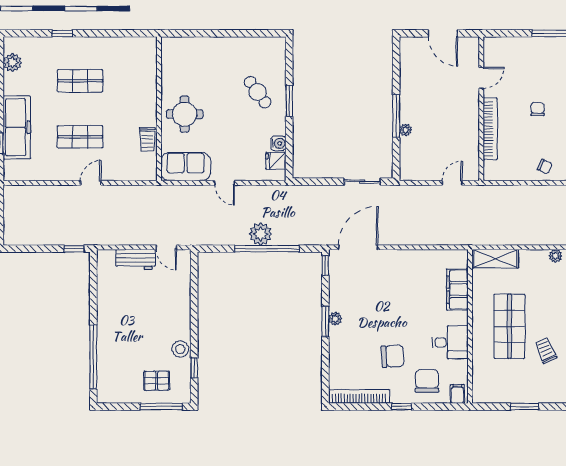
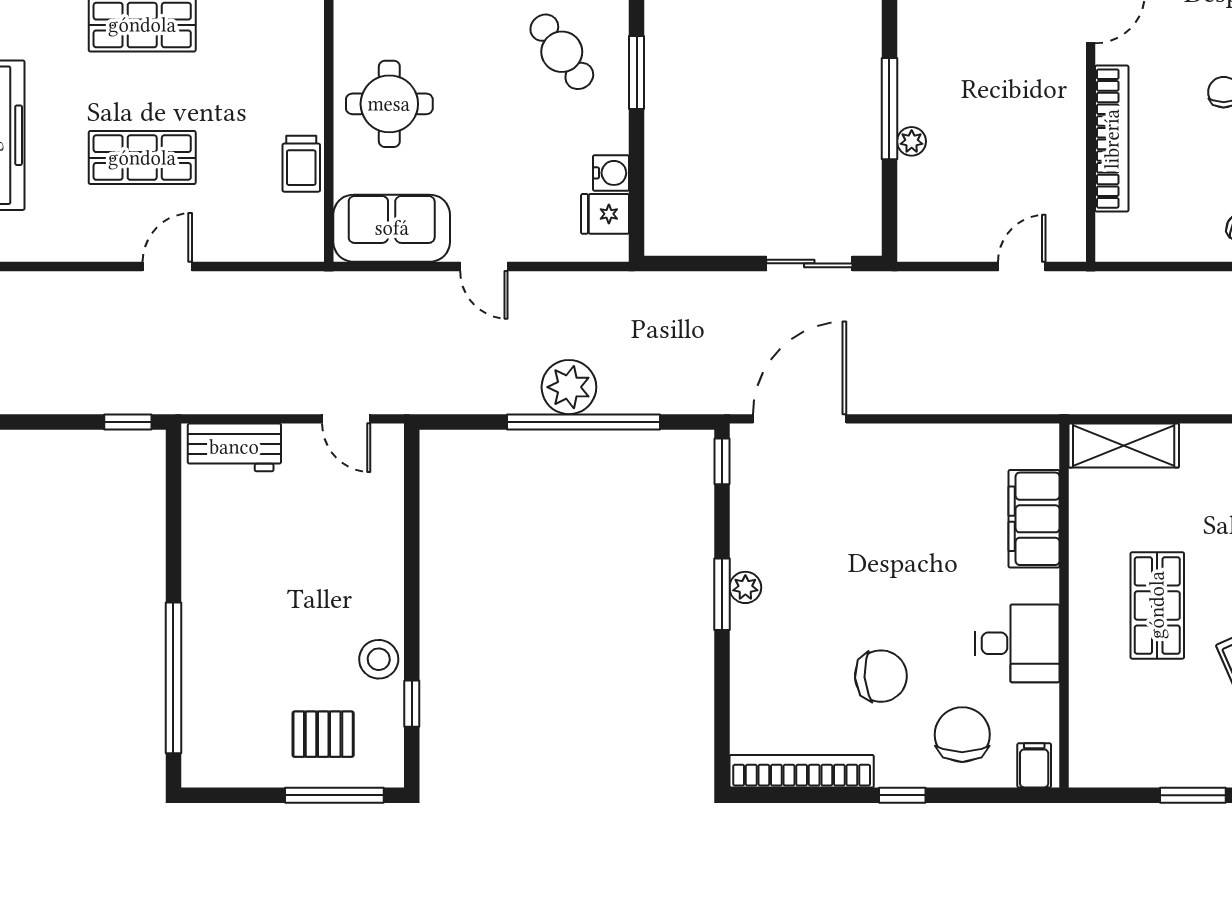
workbench: (136, 259) -> (234, 447), moved
shop shelf: (509, 326) -> (1157, 605), width x0.70, depth x0.74

